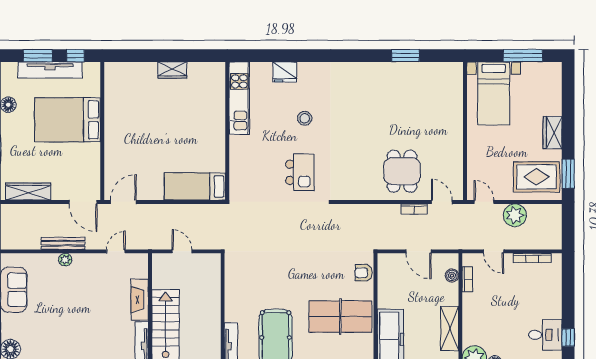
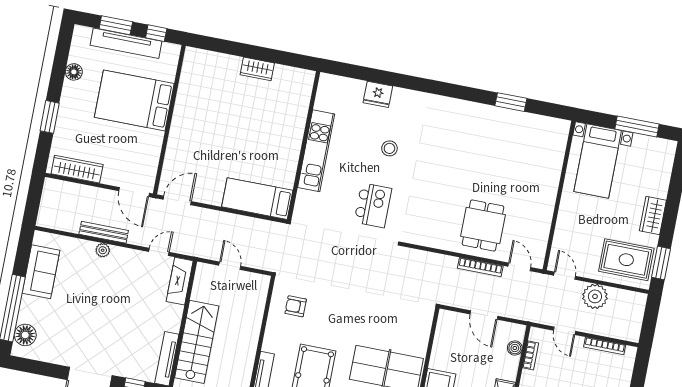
kitchen unit: (239, 98) -> (316, 151), moved
bookcase: (414, 209) -> (480, 267), width x1.56
armchair: (364, 273) -> (296, 306), moved
fireplace: (140, 300) -> (180, 281), moved

